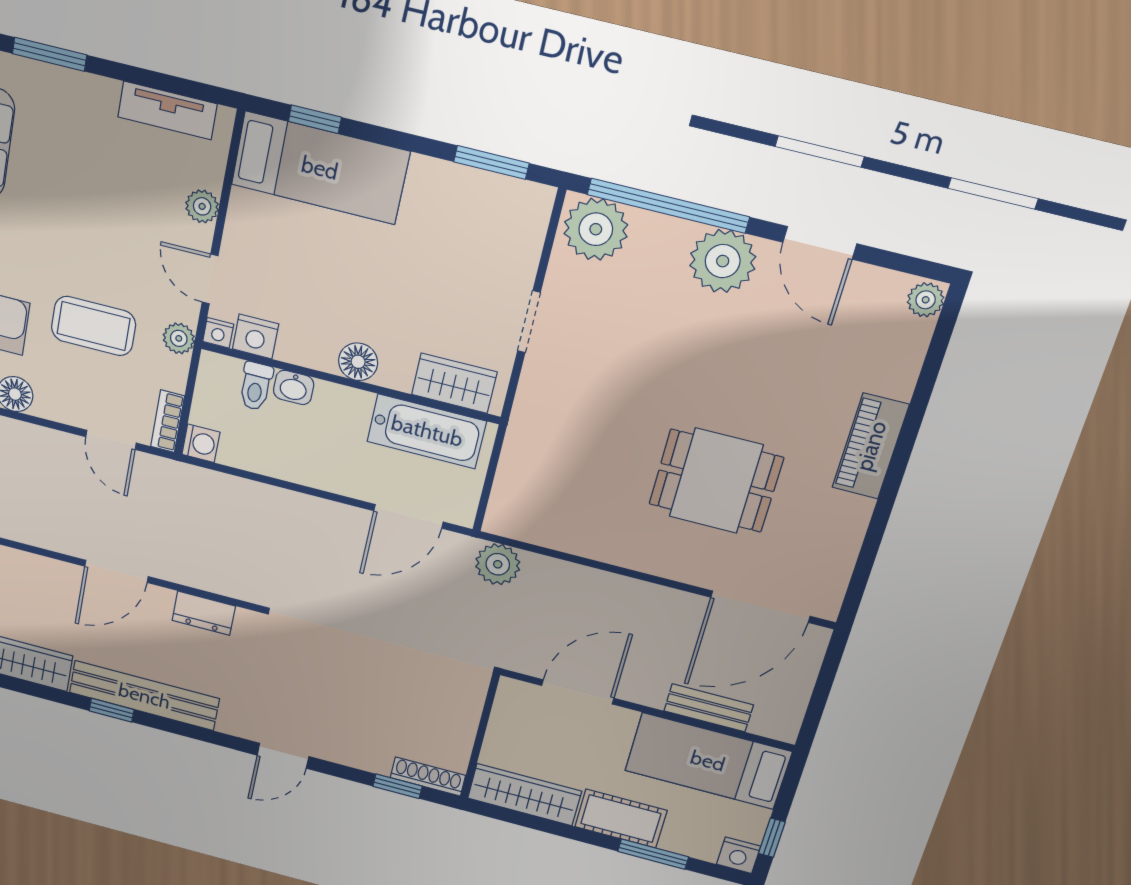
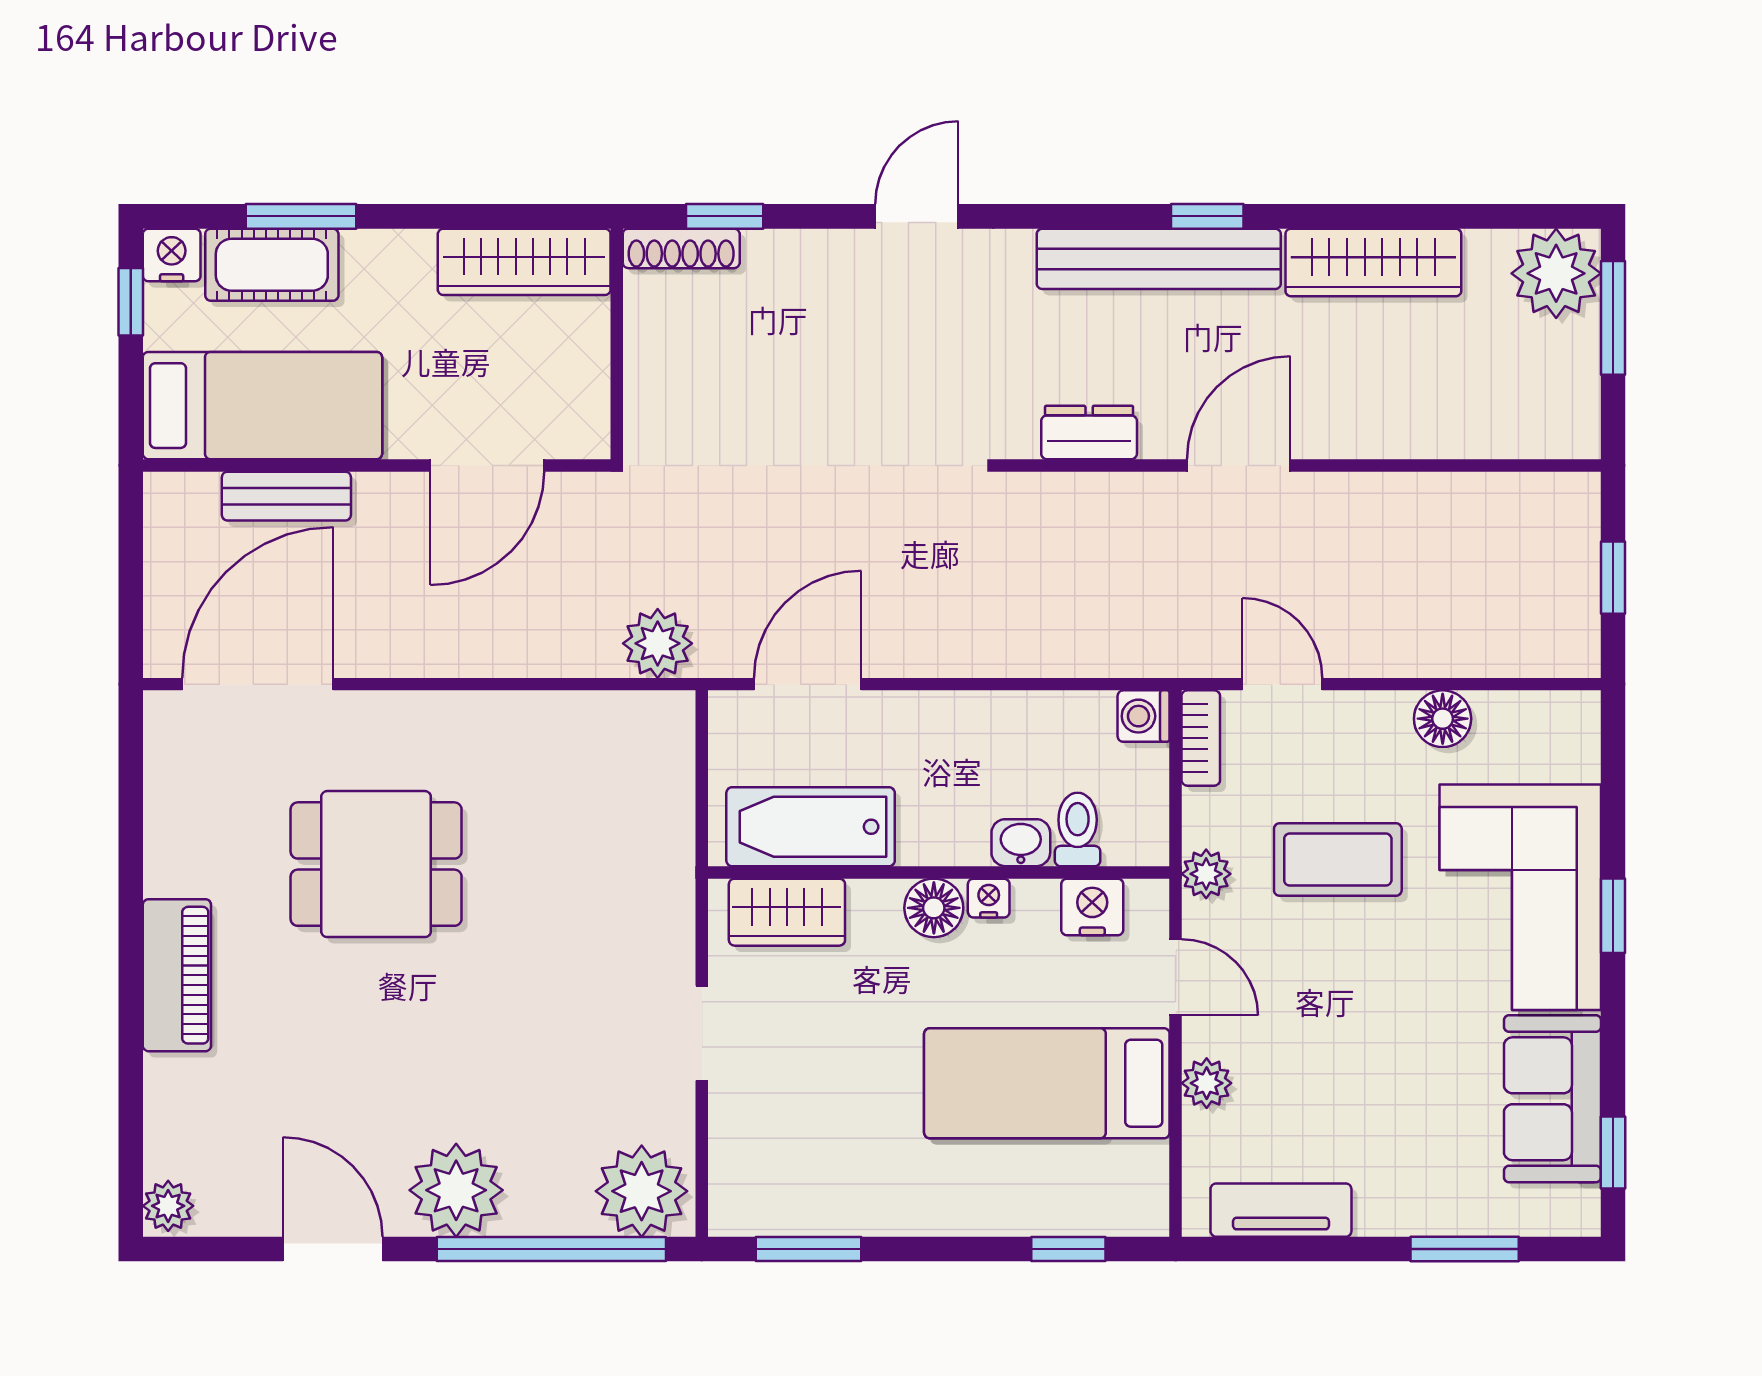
bed: (320, 168) -> (1047, 1083), moved
nightstand: (218, 333) -> (989, 898), moved
cot: (621, 819) -> (272, 265), moved

